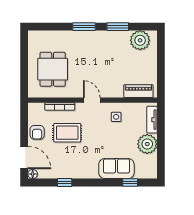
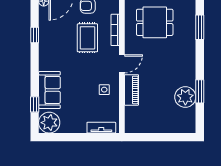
window: (84, 27) -> (200, 27), moved
plant: (140, 40) -> (185, 97), moved
piano: (138, 91) -> (131, 90), moved
plant: (147, 144) -> (49, 123), moved

